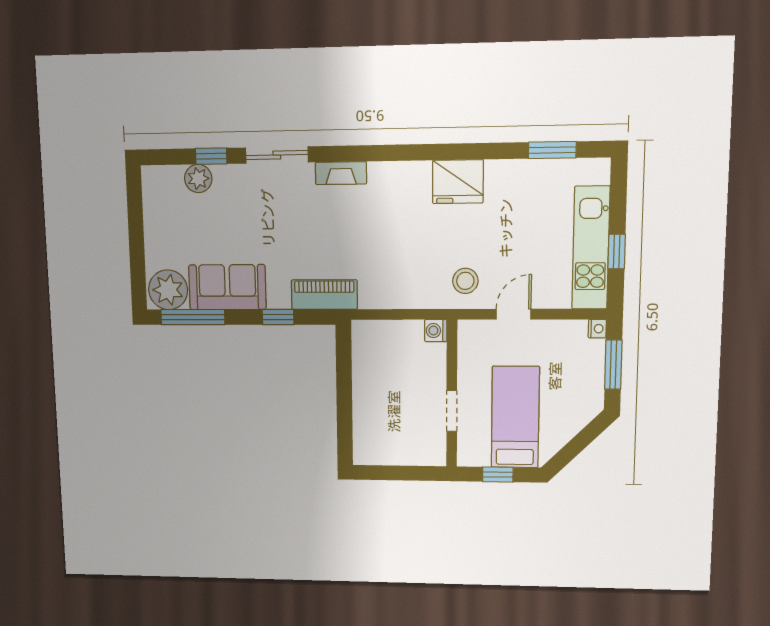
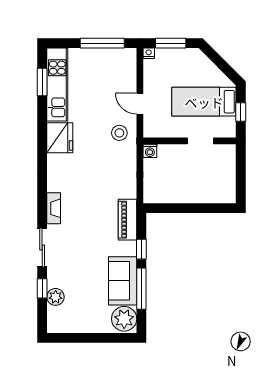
kitchen unit: (591, 248) -> (57, 85), moved, turned -90
window: (617, 252) -> (102, 43), width x2.17
window: (193, 317) -> (141, 289), moved

